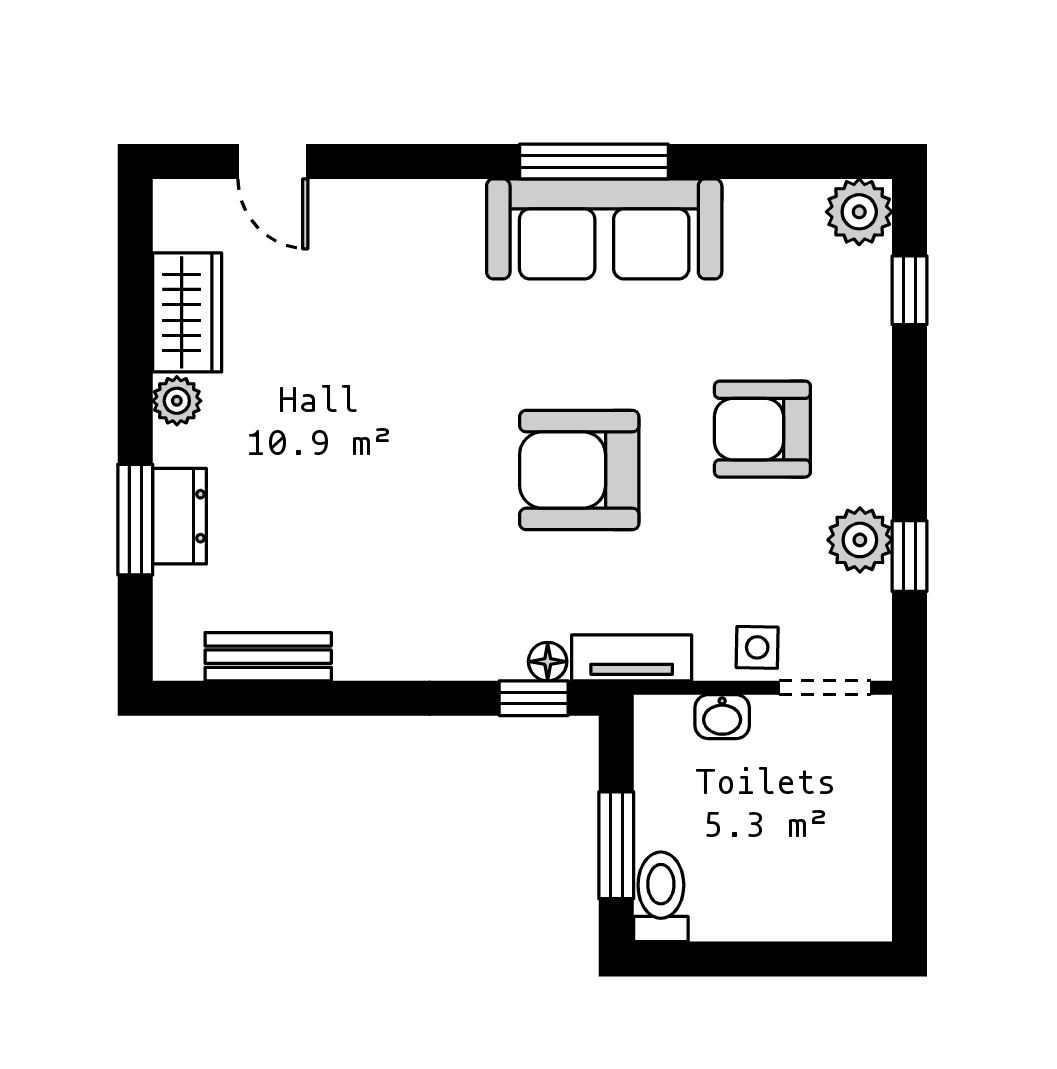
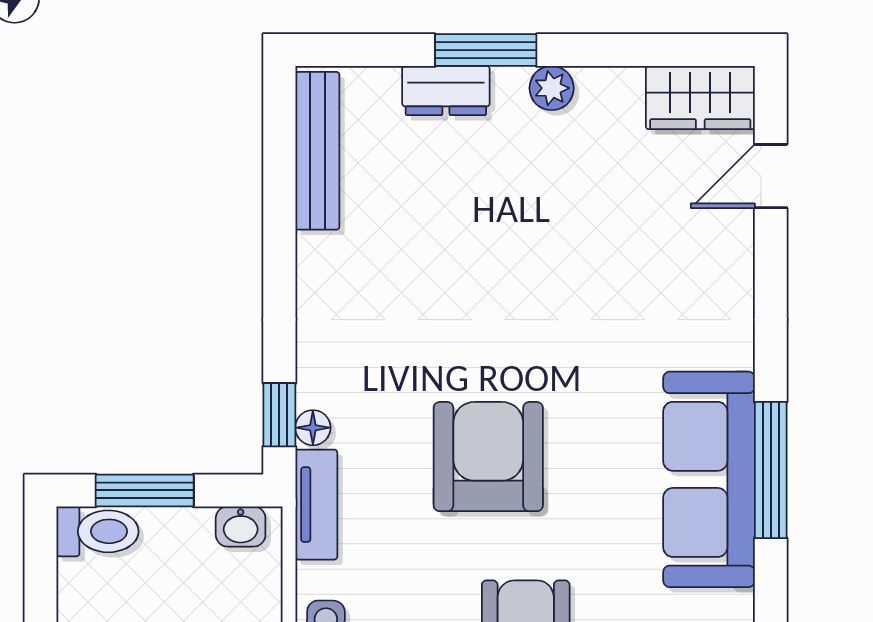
wardrobe: (187, 312) -> (700, 98), moved
window: (135, 520) -> (486, 50), moved
bench: (268, 657) -> (317, 151), width x1.36
washbasin: (722, 717) -> (241, 526), moved, turned -90

